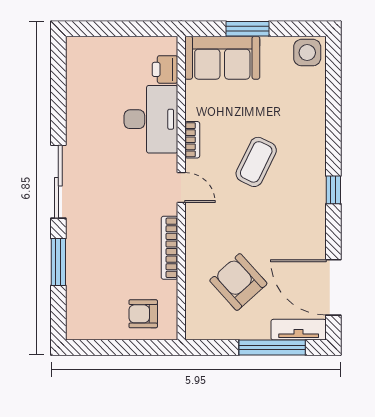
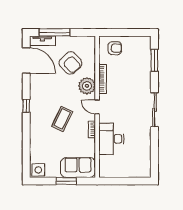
printer: (165, 69) -> (105, 162), removed
plant: (203, 233) -> (87, 86), added
window: (58, 262) -> (154, 60), moved

